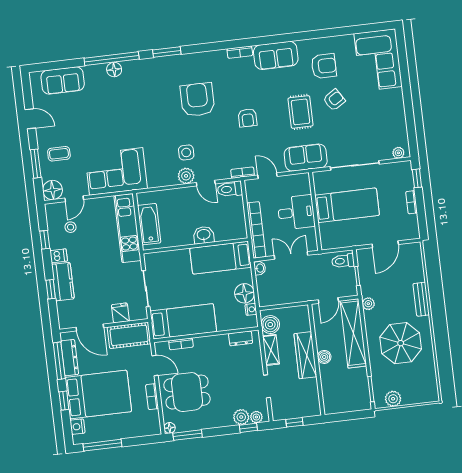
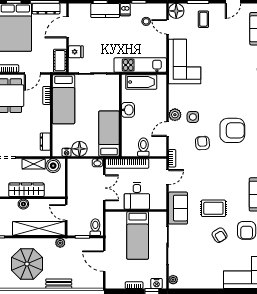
armchair: (248, 118) -> (202, 143), moved, turned 86
nightstand: (406, 174) -> (157, 283), added
toilet: (230, 189) -> (143, 147), moved
washbasin: (204, 235) -> (128, 110), moved
cot: (129, 335) -> (60, 61), width x0.73, depth x0.75

